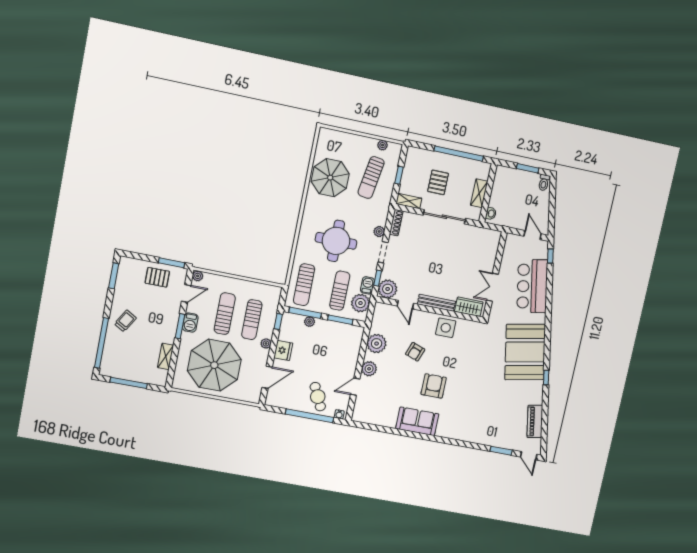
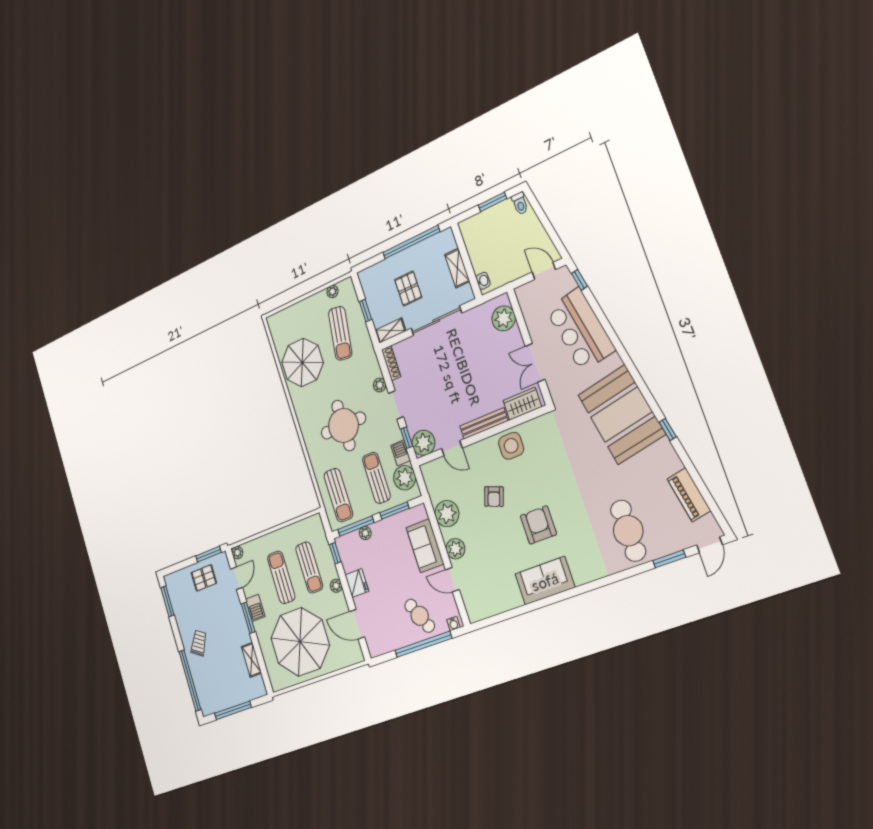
plant: (489, 246) -> (504, 318), added
sofa: (349, 355) -> (425, 546), added
door: (267, 377) -> (357, 624), swing flipped
door: (355, 387) -> (452, 580), hinge flipped
cafe table: (487, 421) -> (628, 531), added
door: (529, 456) -> (709, 545), hinge flipped

